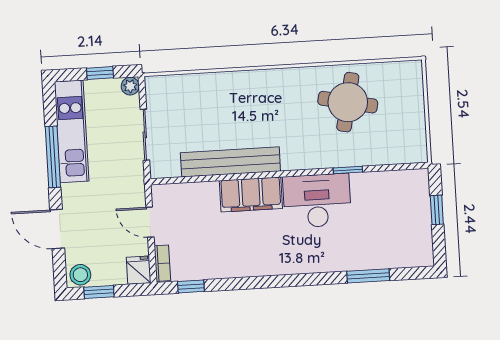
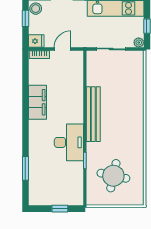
round table: (348, 102) -> (113, 176), moved
bench: (230, 162) -> (93, 114), moved
filing cabinet: (251, 194) -> (38, 102), moved, turned 180
window: (191, 286) -> (25, 70), removed

